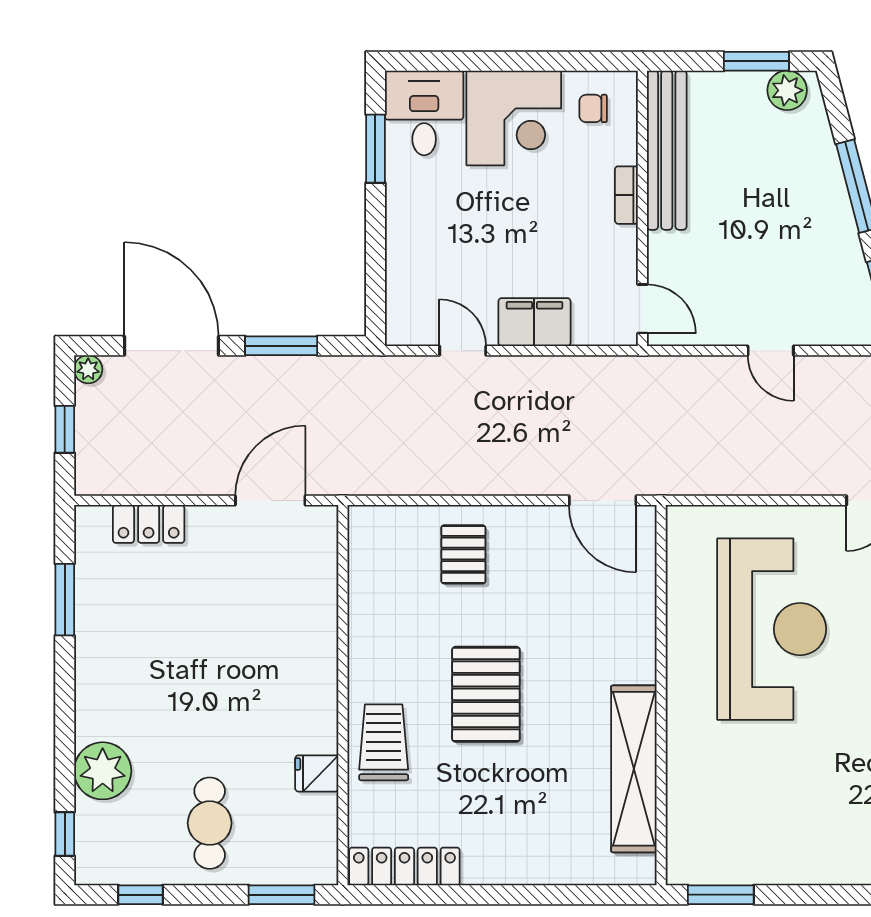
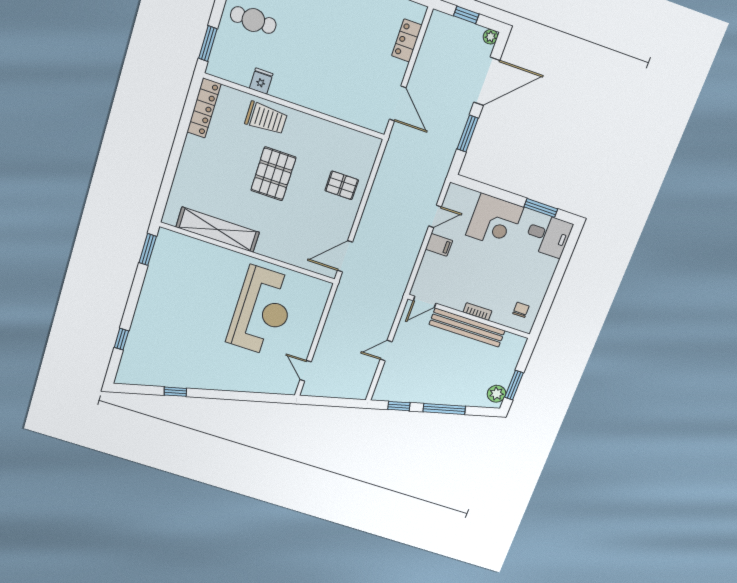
corner desk: (514, 118) -> (495, 221), moved, turned -90
bench: (667, 150) -> (467, 328), moved
filing cabinet: (534, 322) -> (439, 245), width x0.50
reception desk: (772, 629) -> (262, 311), turned -90
pallet: (486, 694) -> (273, 174), turned 90

